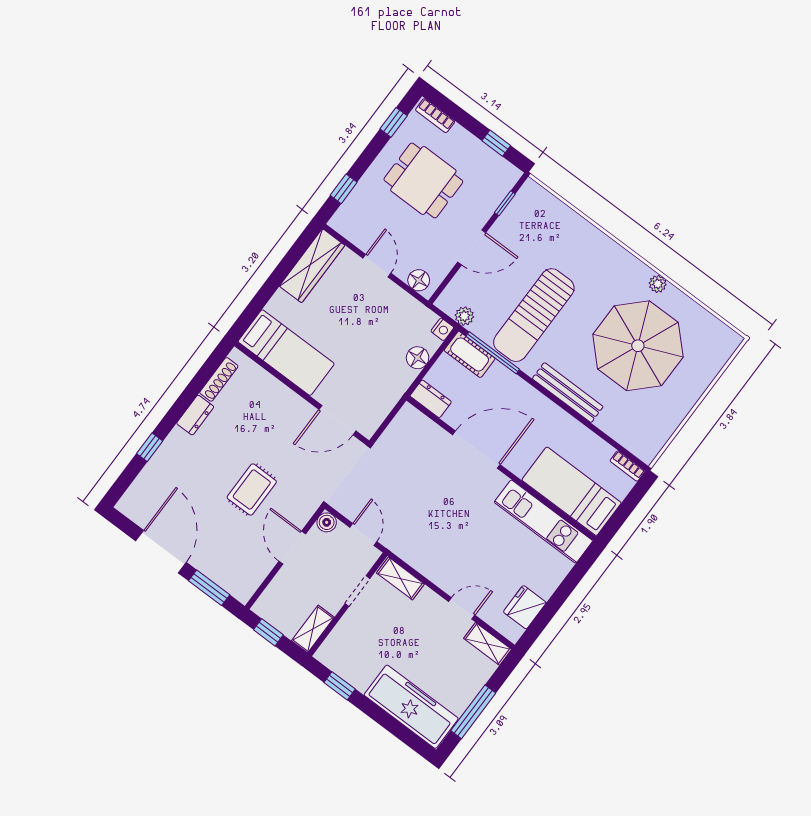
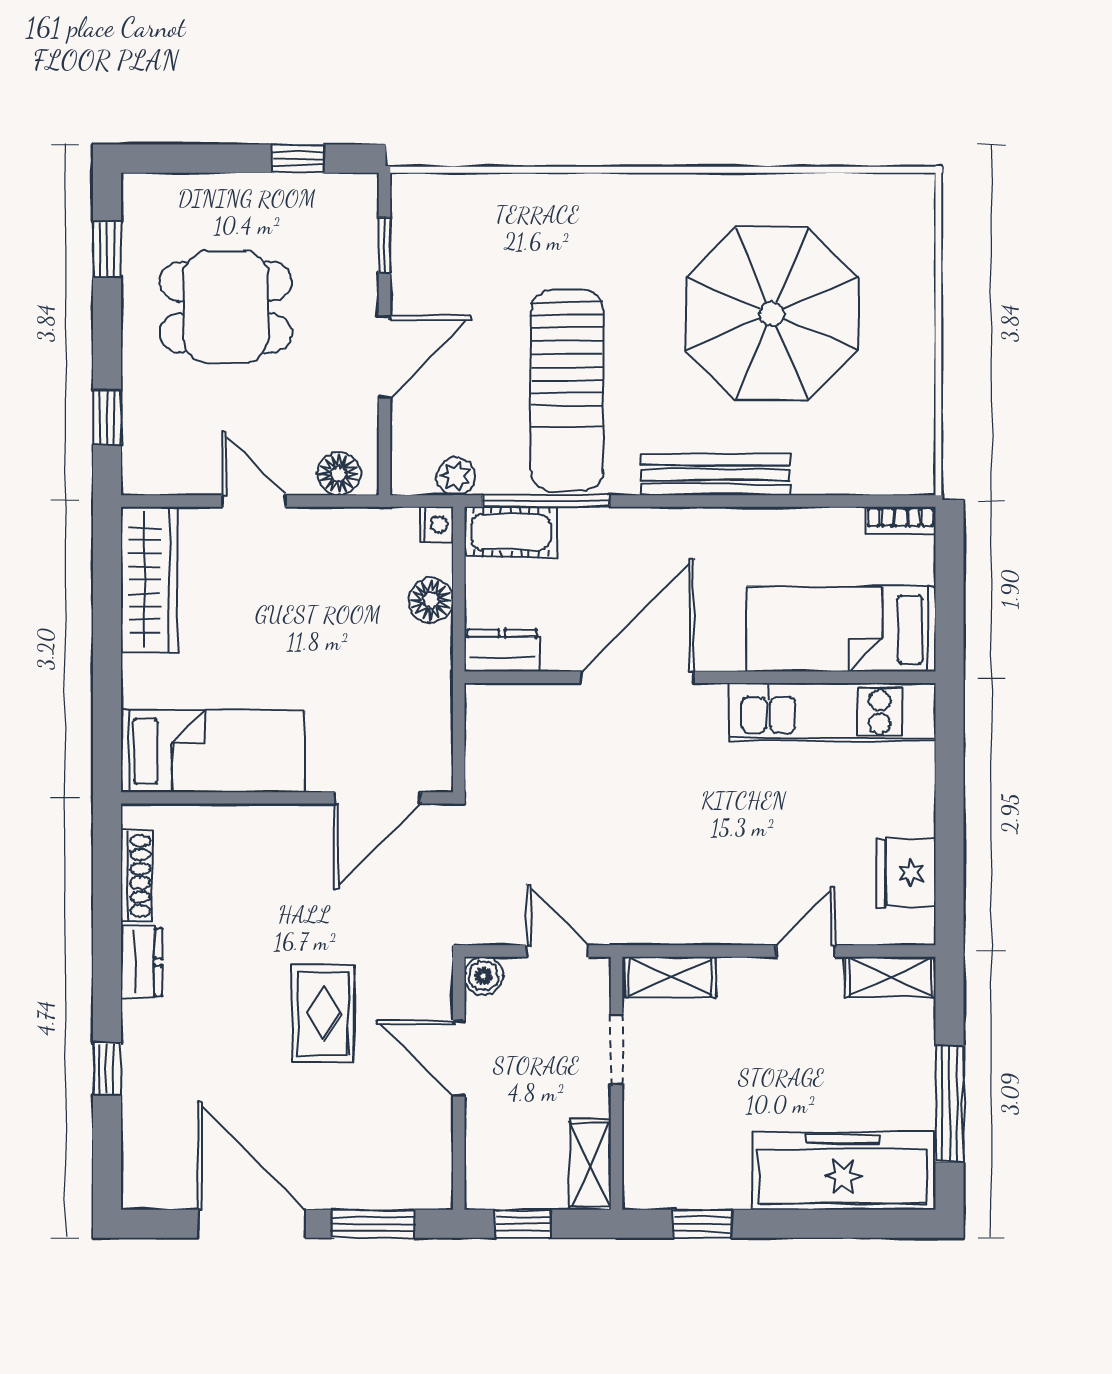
bookcase: (435, 116) -> (166, 188), removed
plant: (658, 284) -> (729, 190), removed

